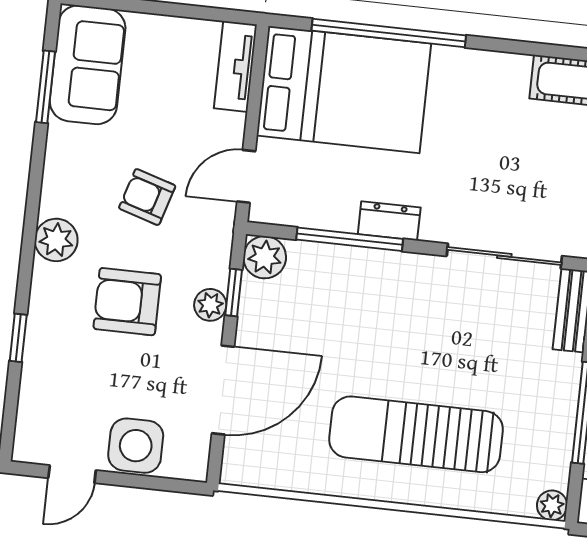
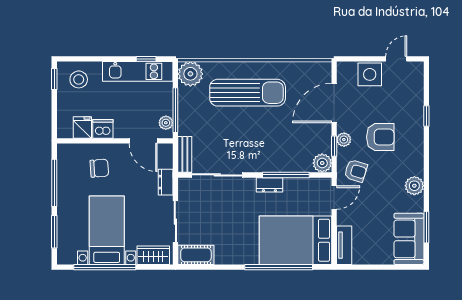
armchair: (147, 197) -> (356, 171), moved
plant: (56, 240) -> (414, 186), moved
plant: (552, 505) -> (190, 74), width x1.88, depth x1.88

